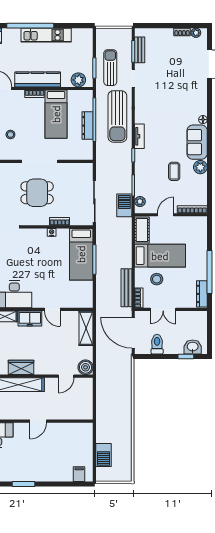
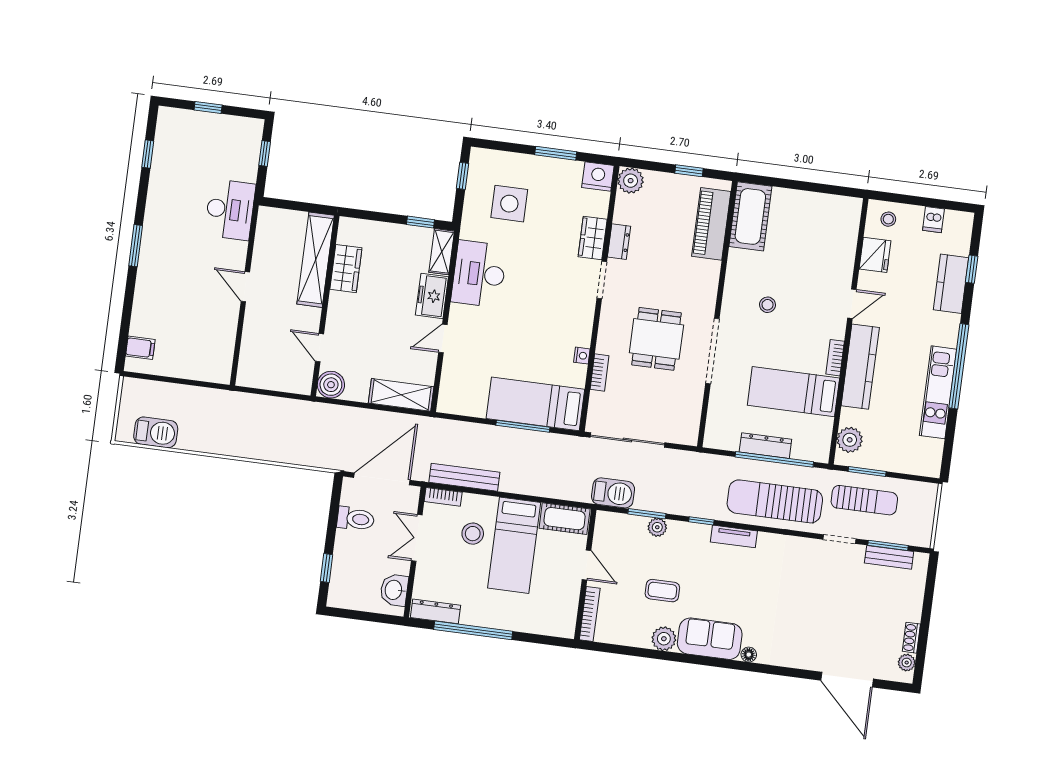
plant: (140, 202) -> (657, 527), moved
washbasin: (193, 347) -> (394, 590), moved, turned 180
barbecue: (104, 455) -> (156, 432), moved, turned 180

